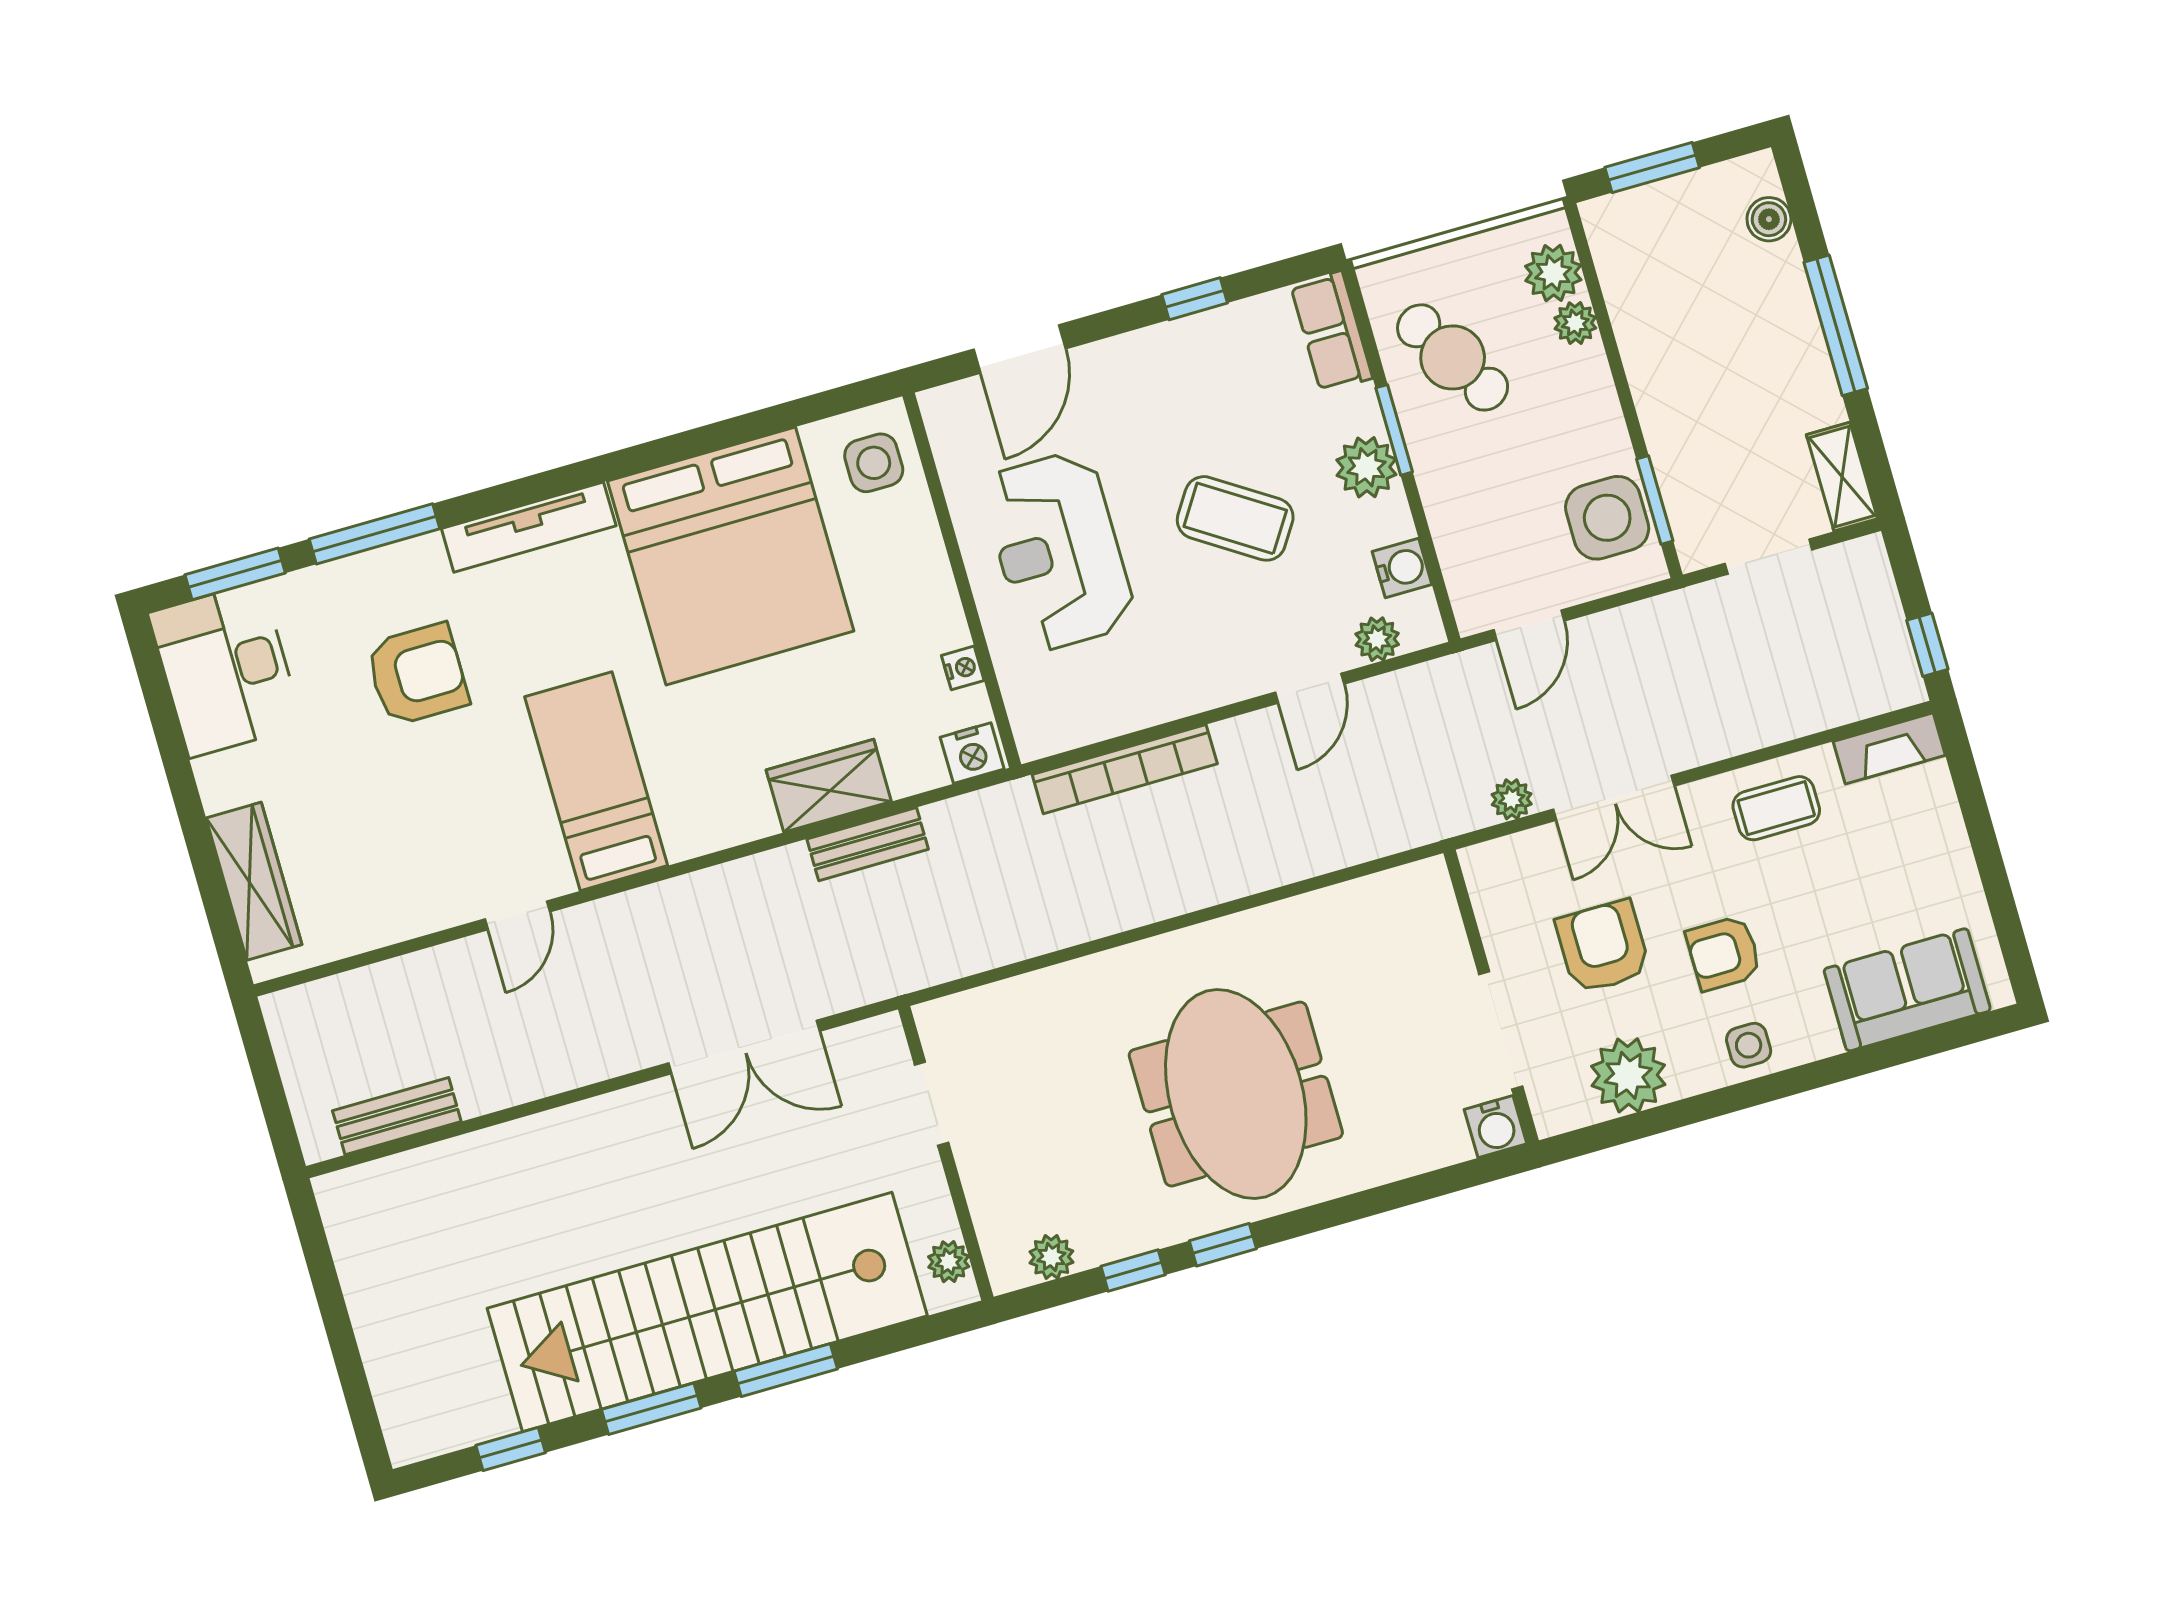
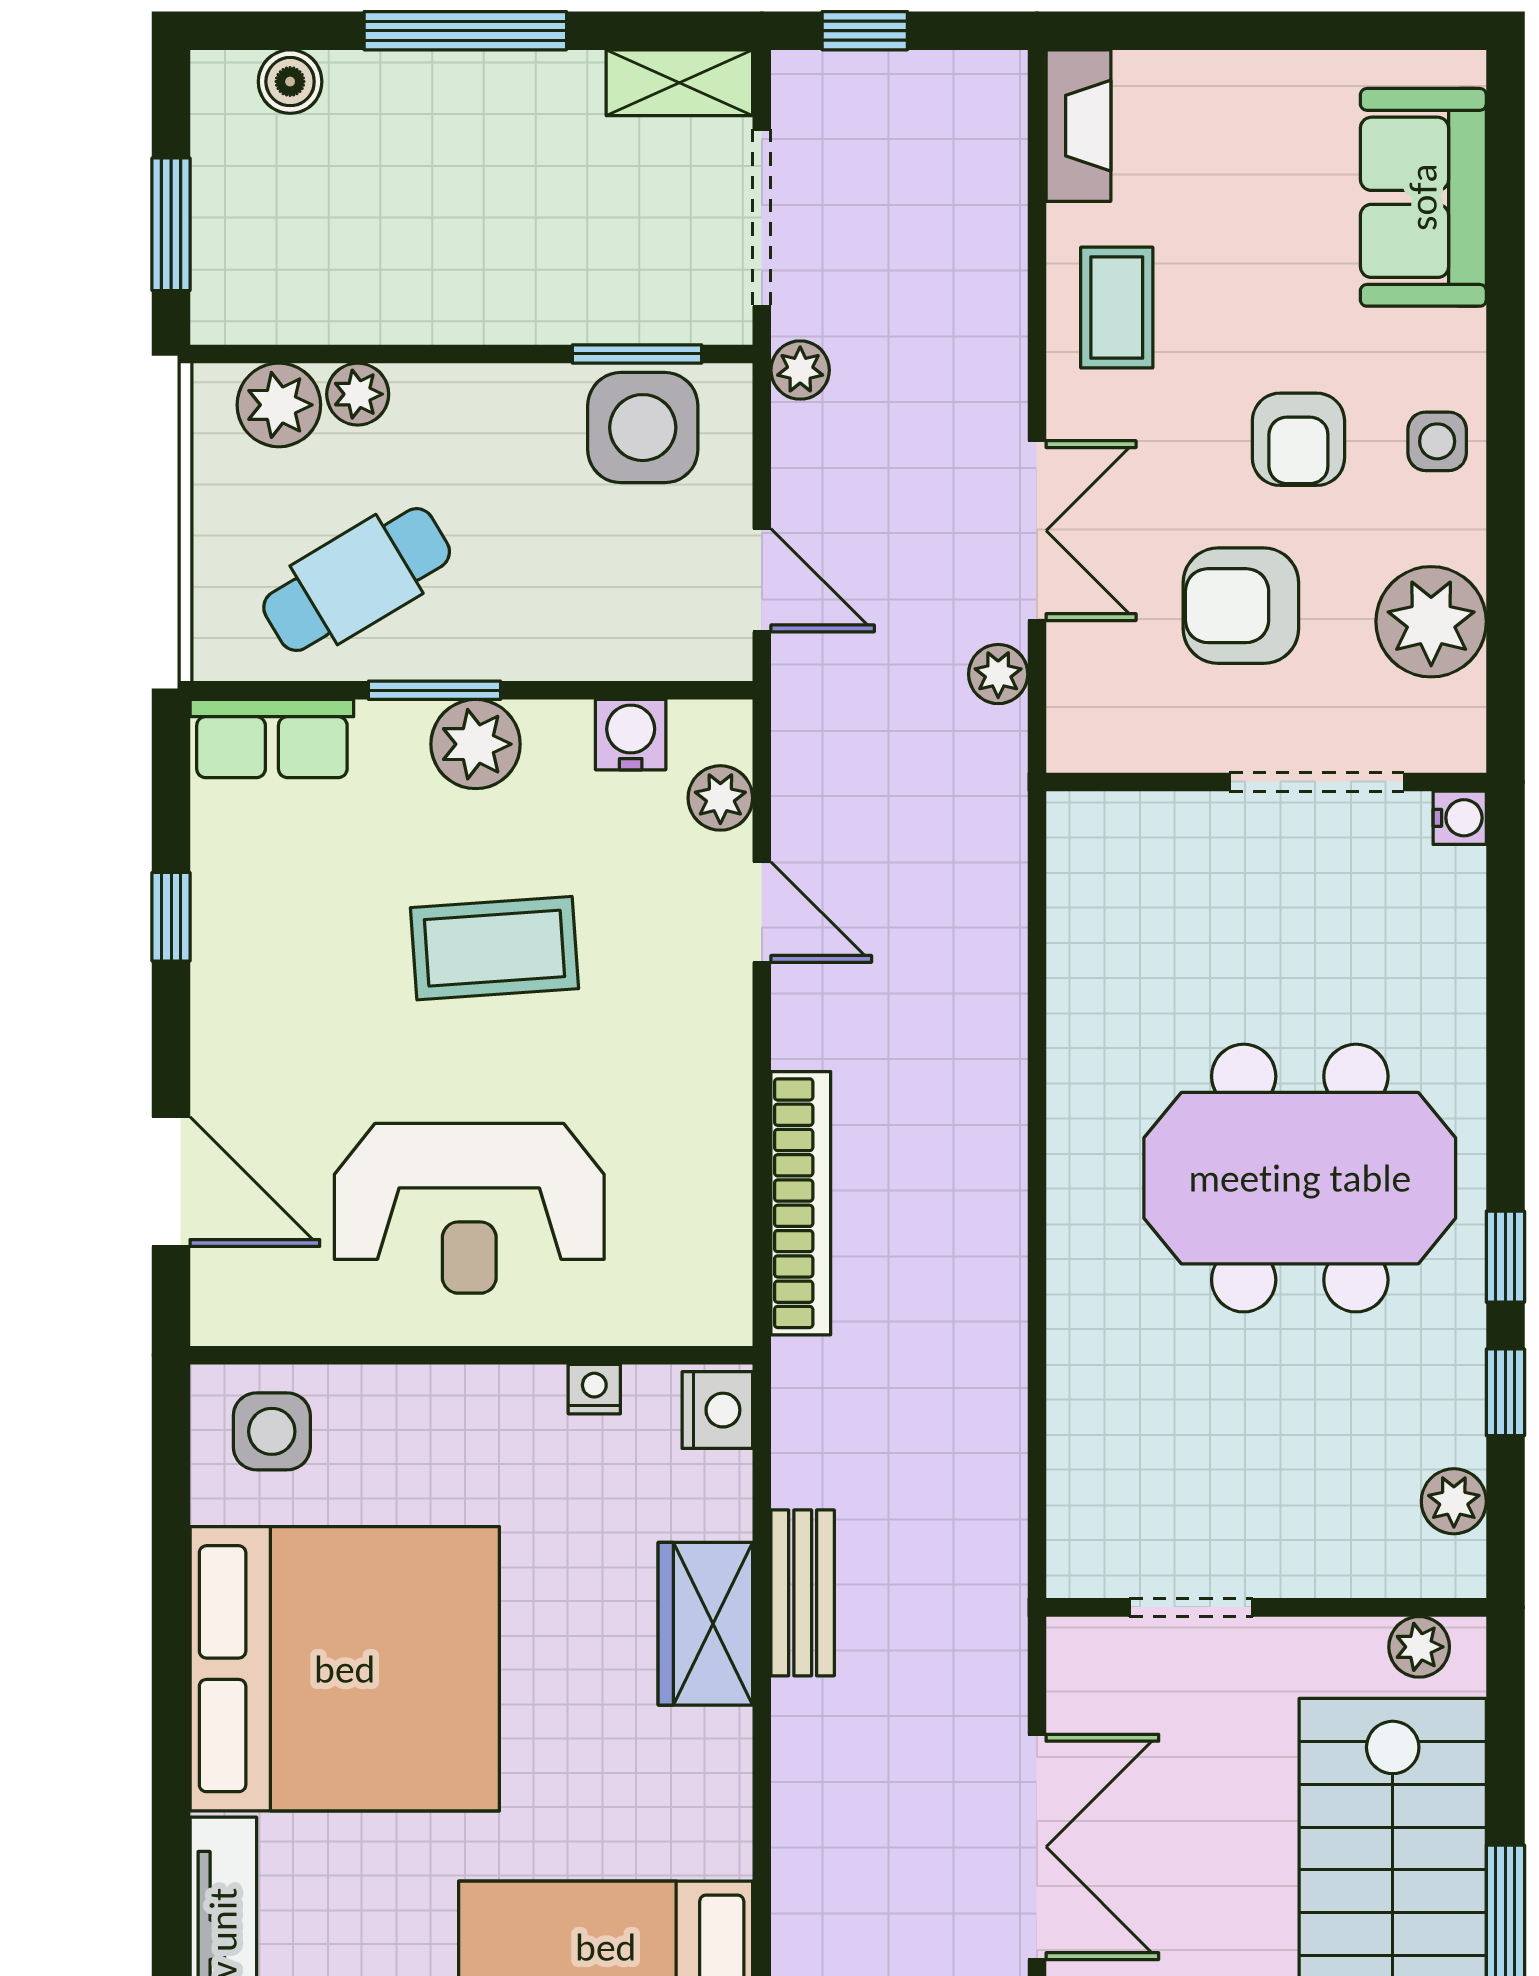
coffee table: (1235, 518) -> (494, 948), turned 53
doorway: (1768, 557) -> (762, 218), width x1.38
plant: (1675, 611) -> (800, 370), added
window: (1927, 645) -> (865, 31), moved
water cooler: (1495, 1127) -> (1460, 818), width x0.72, depth x0.72

